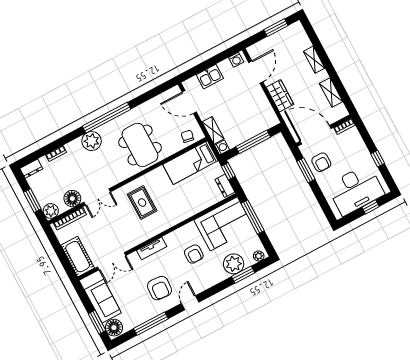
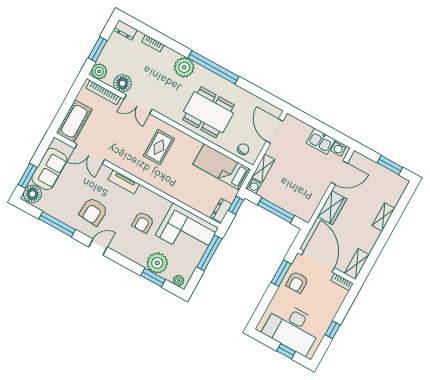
kitchen sink: (210, 77) -> (321, 141), moved
shelving: (331, 93) -> (357, 264), moved
dining table: (140, 145) -> (208, 112), turned 90

